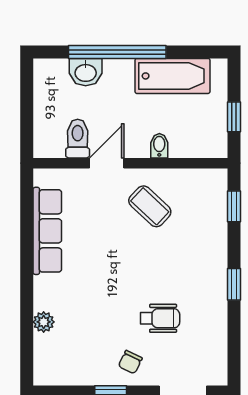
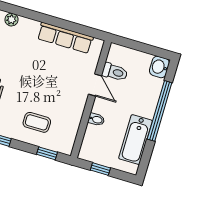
washbasin: (86, 72) -> (159, 67), moved
coffee table: (150, 206) -> (37, 122), moved, turned 47

